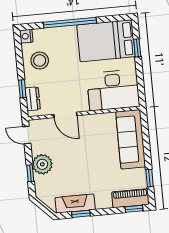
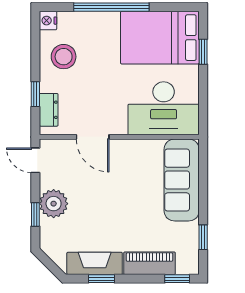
piano: (130, 198) -> (150, 263), moved

